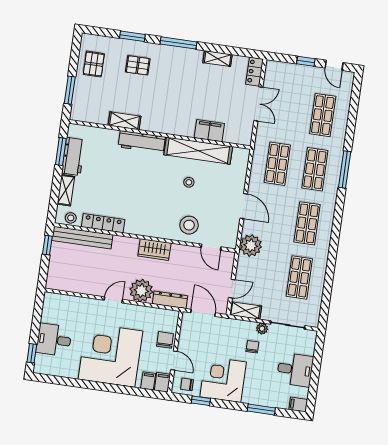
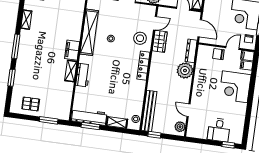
pallet: (138, 65) -> (31, 74), removed
shelving: (125, 121) -> (71, 71), moved
filing cabinet: (209, 131) -> (72, 50), moved
workbench: (142, 142) -> (83, 75), width x0.73
workbench: (73, 157) -> (89, 117), width x1.37
locker: (103, 223) -> (143, 66), moved
wardrobe: (154, 250) -> (160, 41), moved
plant: (59, 283) -> (180, 127), added
door: (113, 300) -> (189, 110), moved
door: (203, 313) -> (200, 28), swing flipped
corner desk: (110, 355) -> (235, 87), width x0.74, depth x0.74

